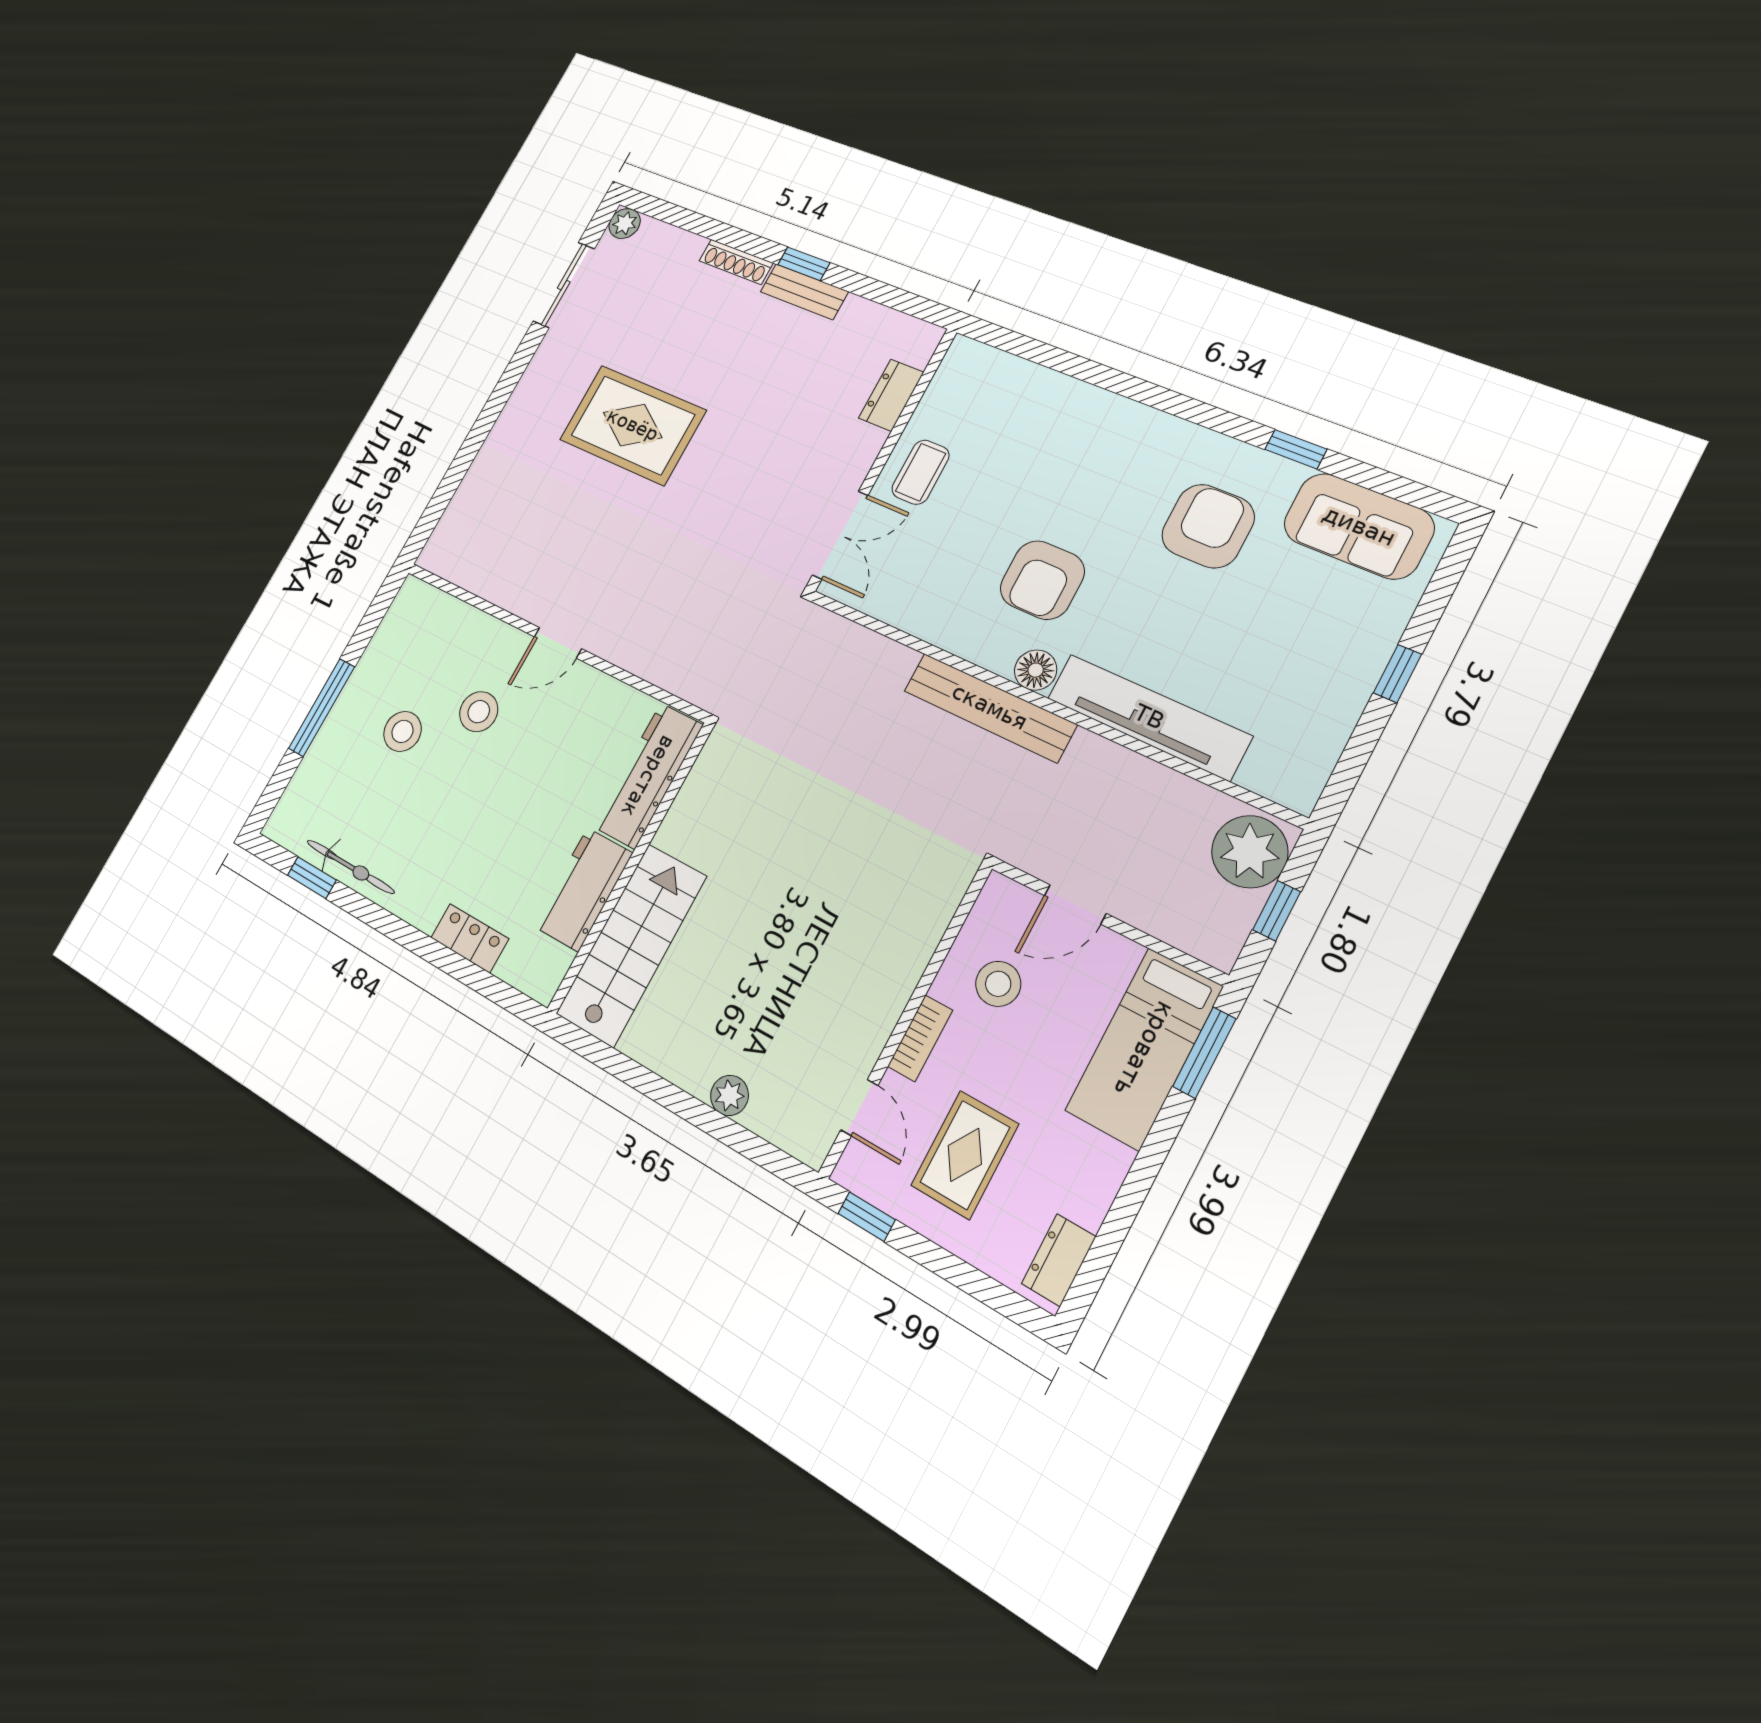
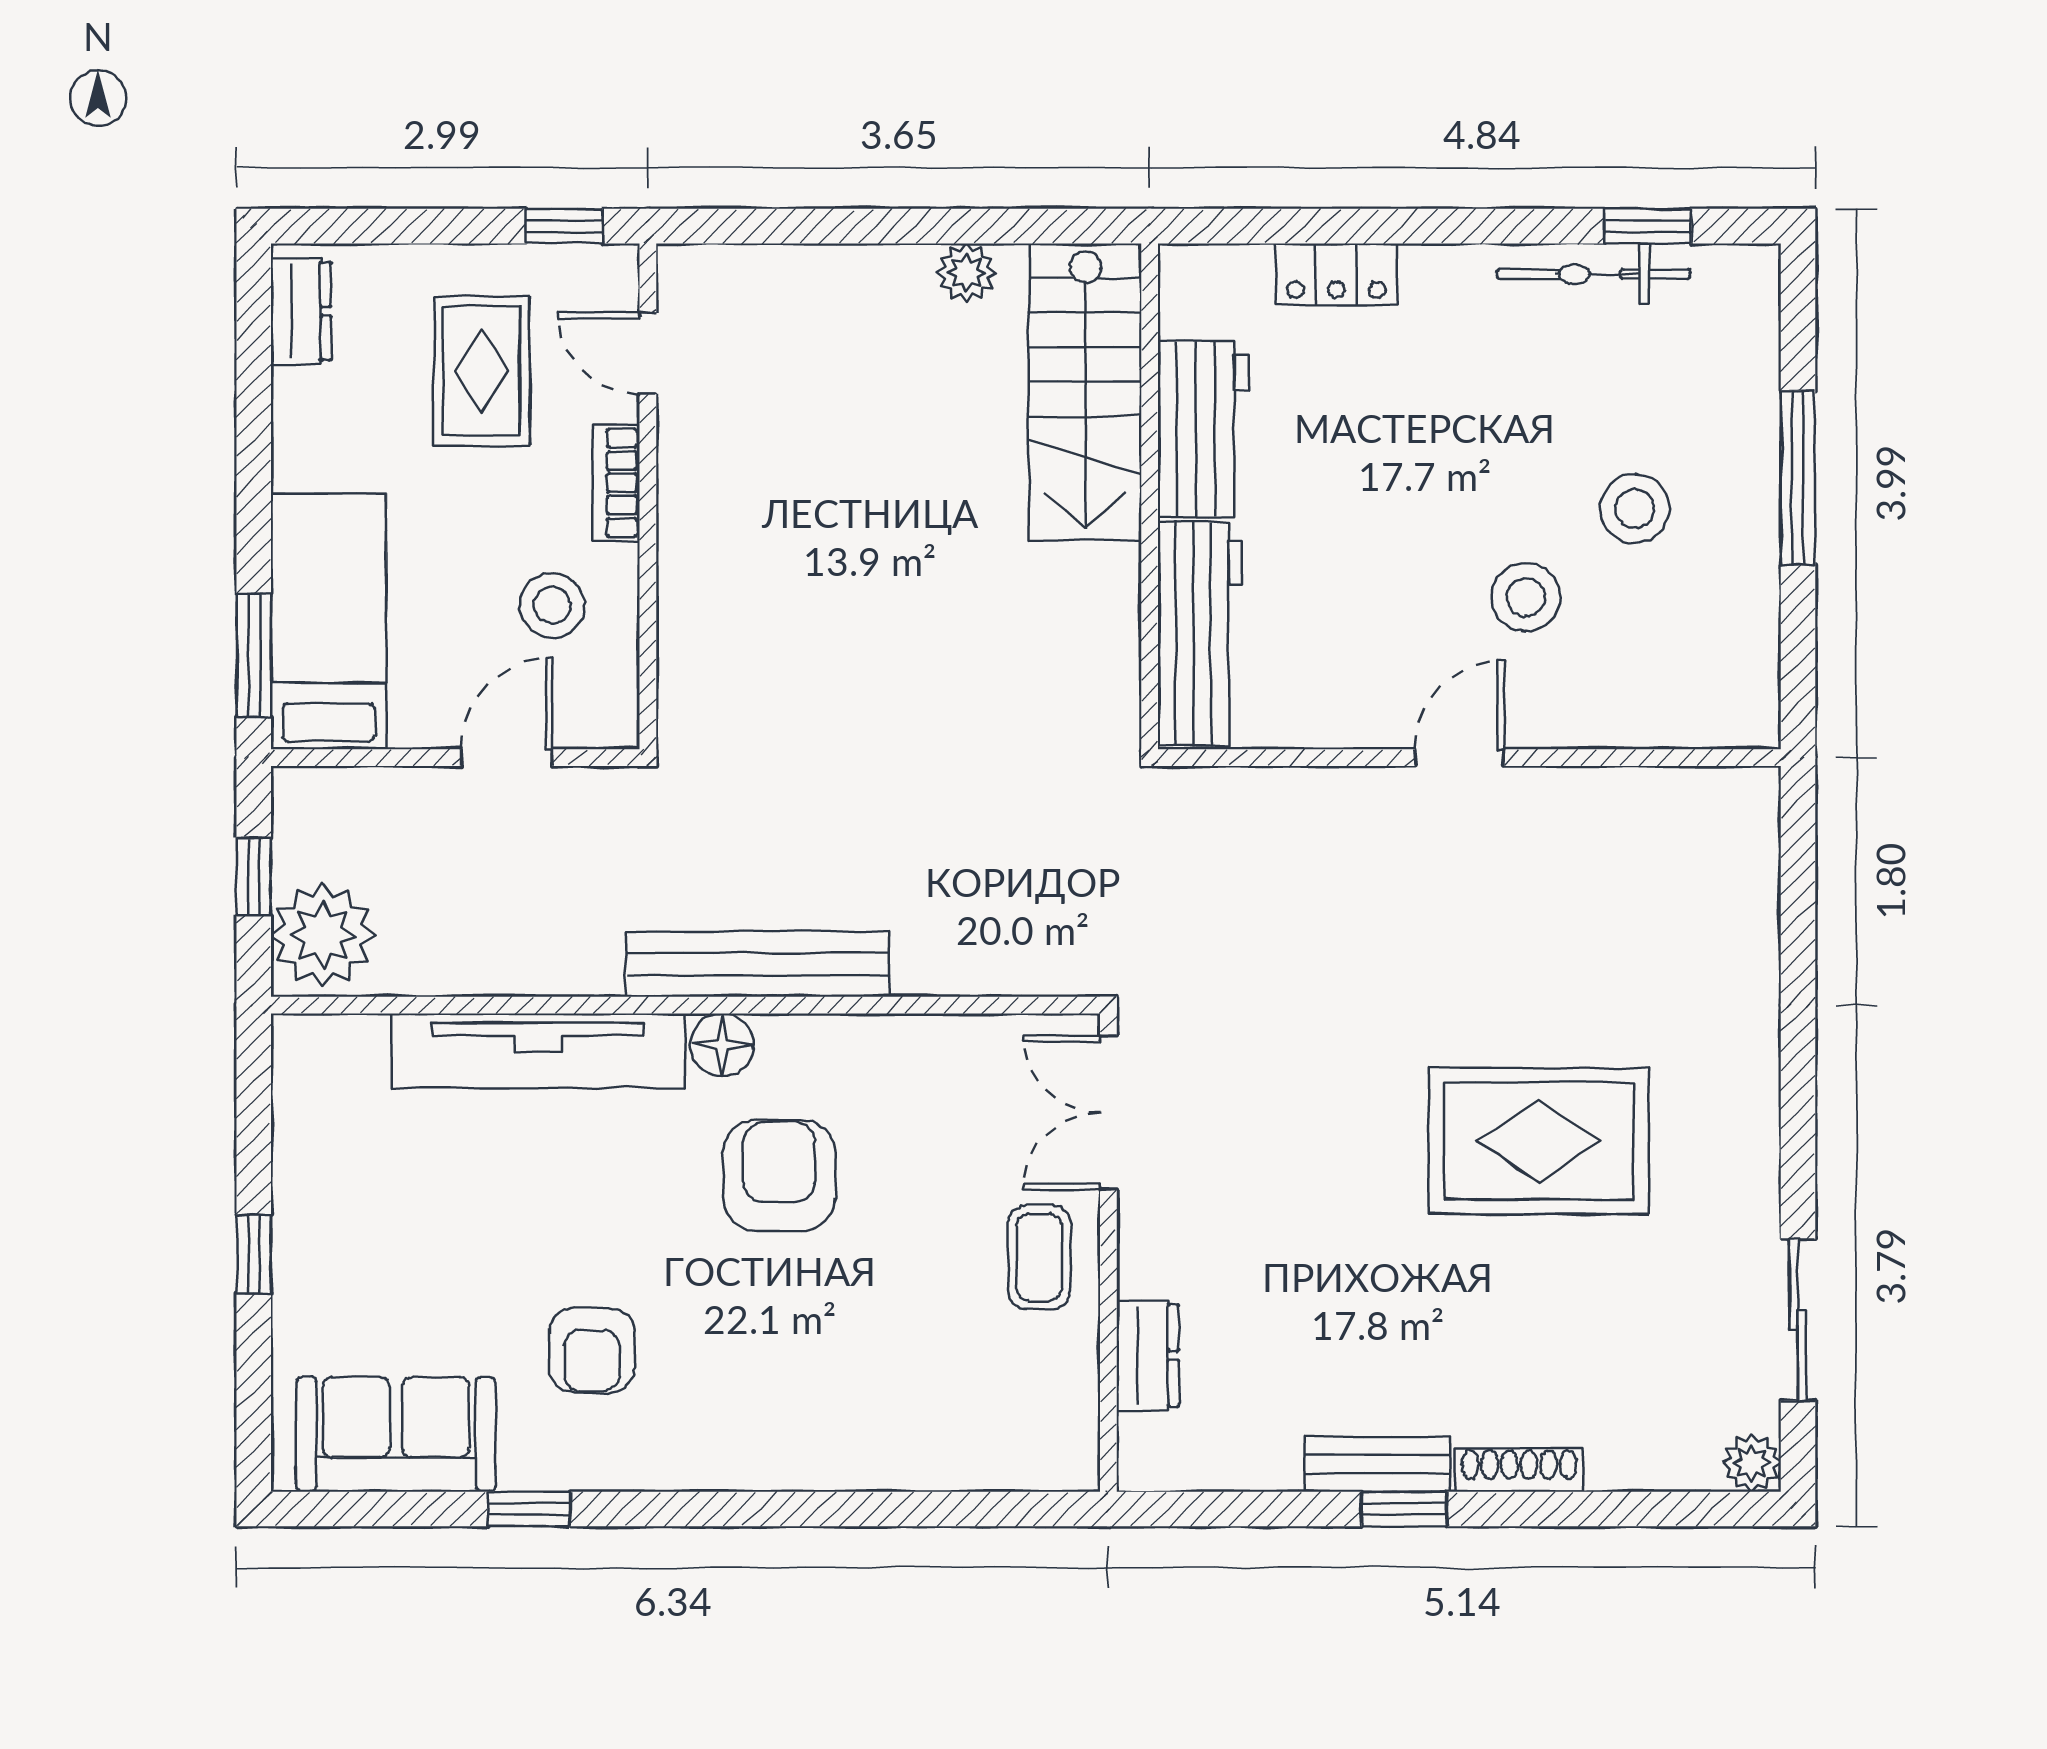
armchair: (1208, 526) -> (592, 1350), width x0.72, depth x0.72
plant: (729, 1095) -> (966, 273), moved

